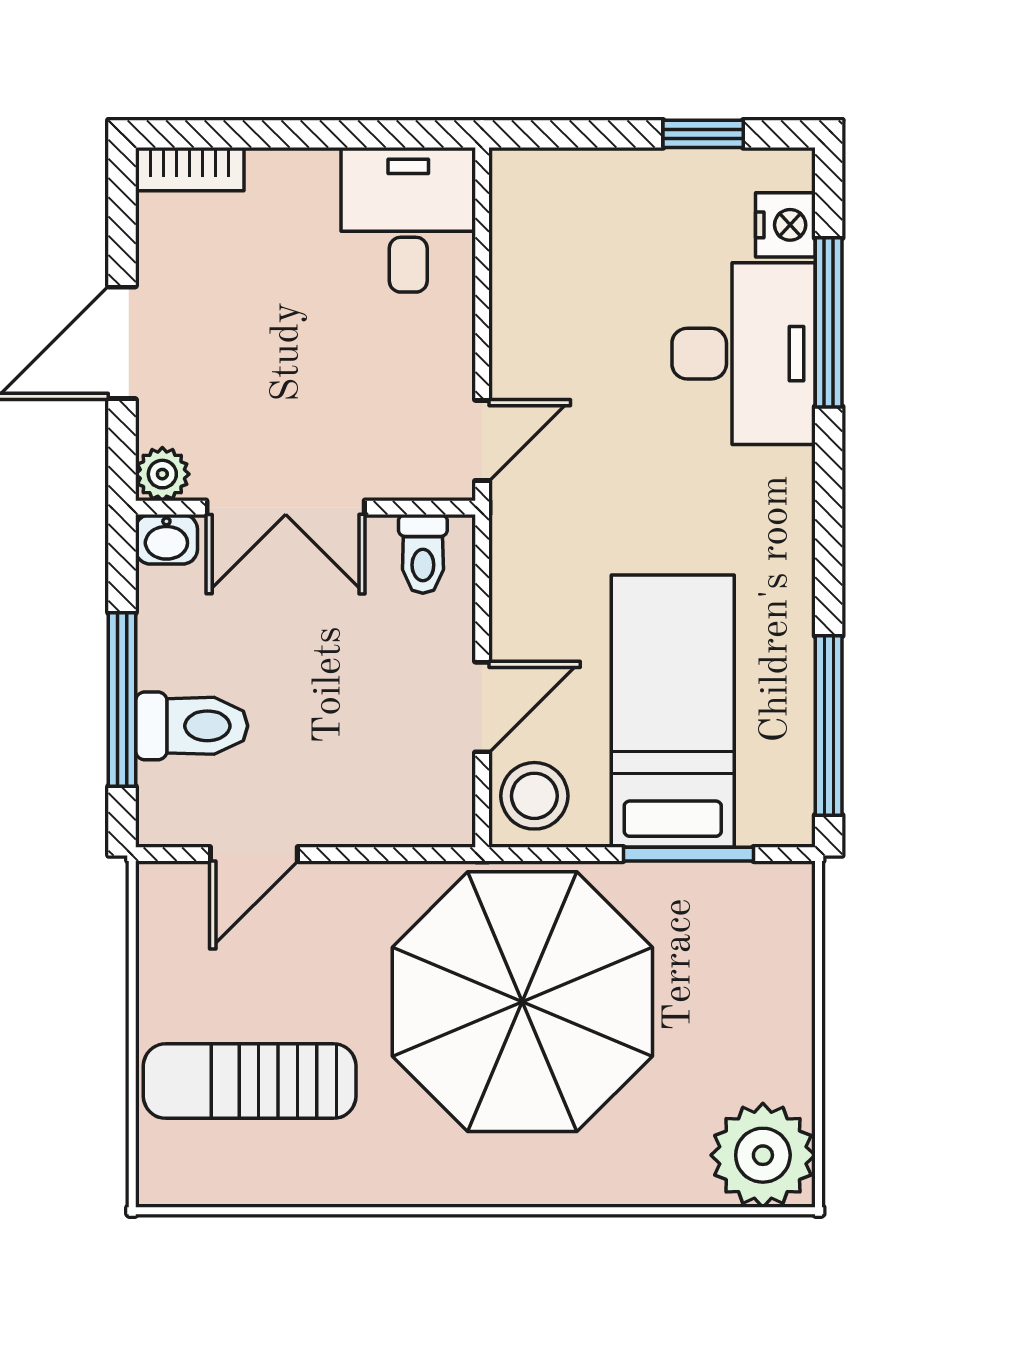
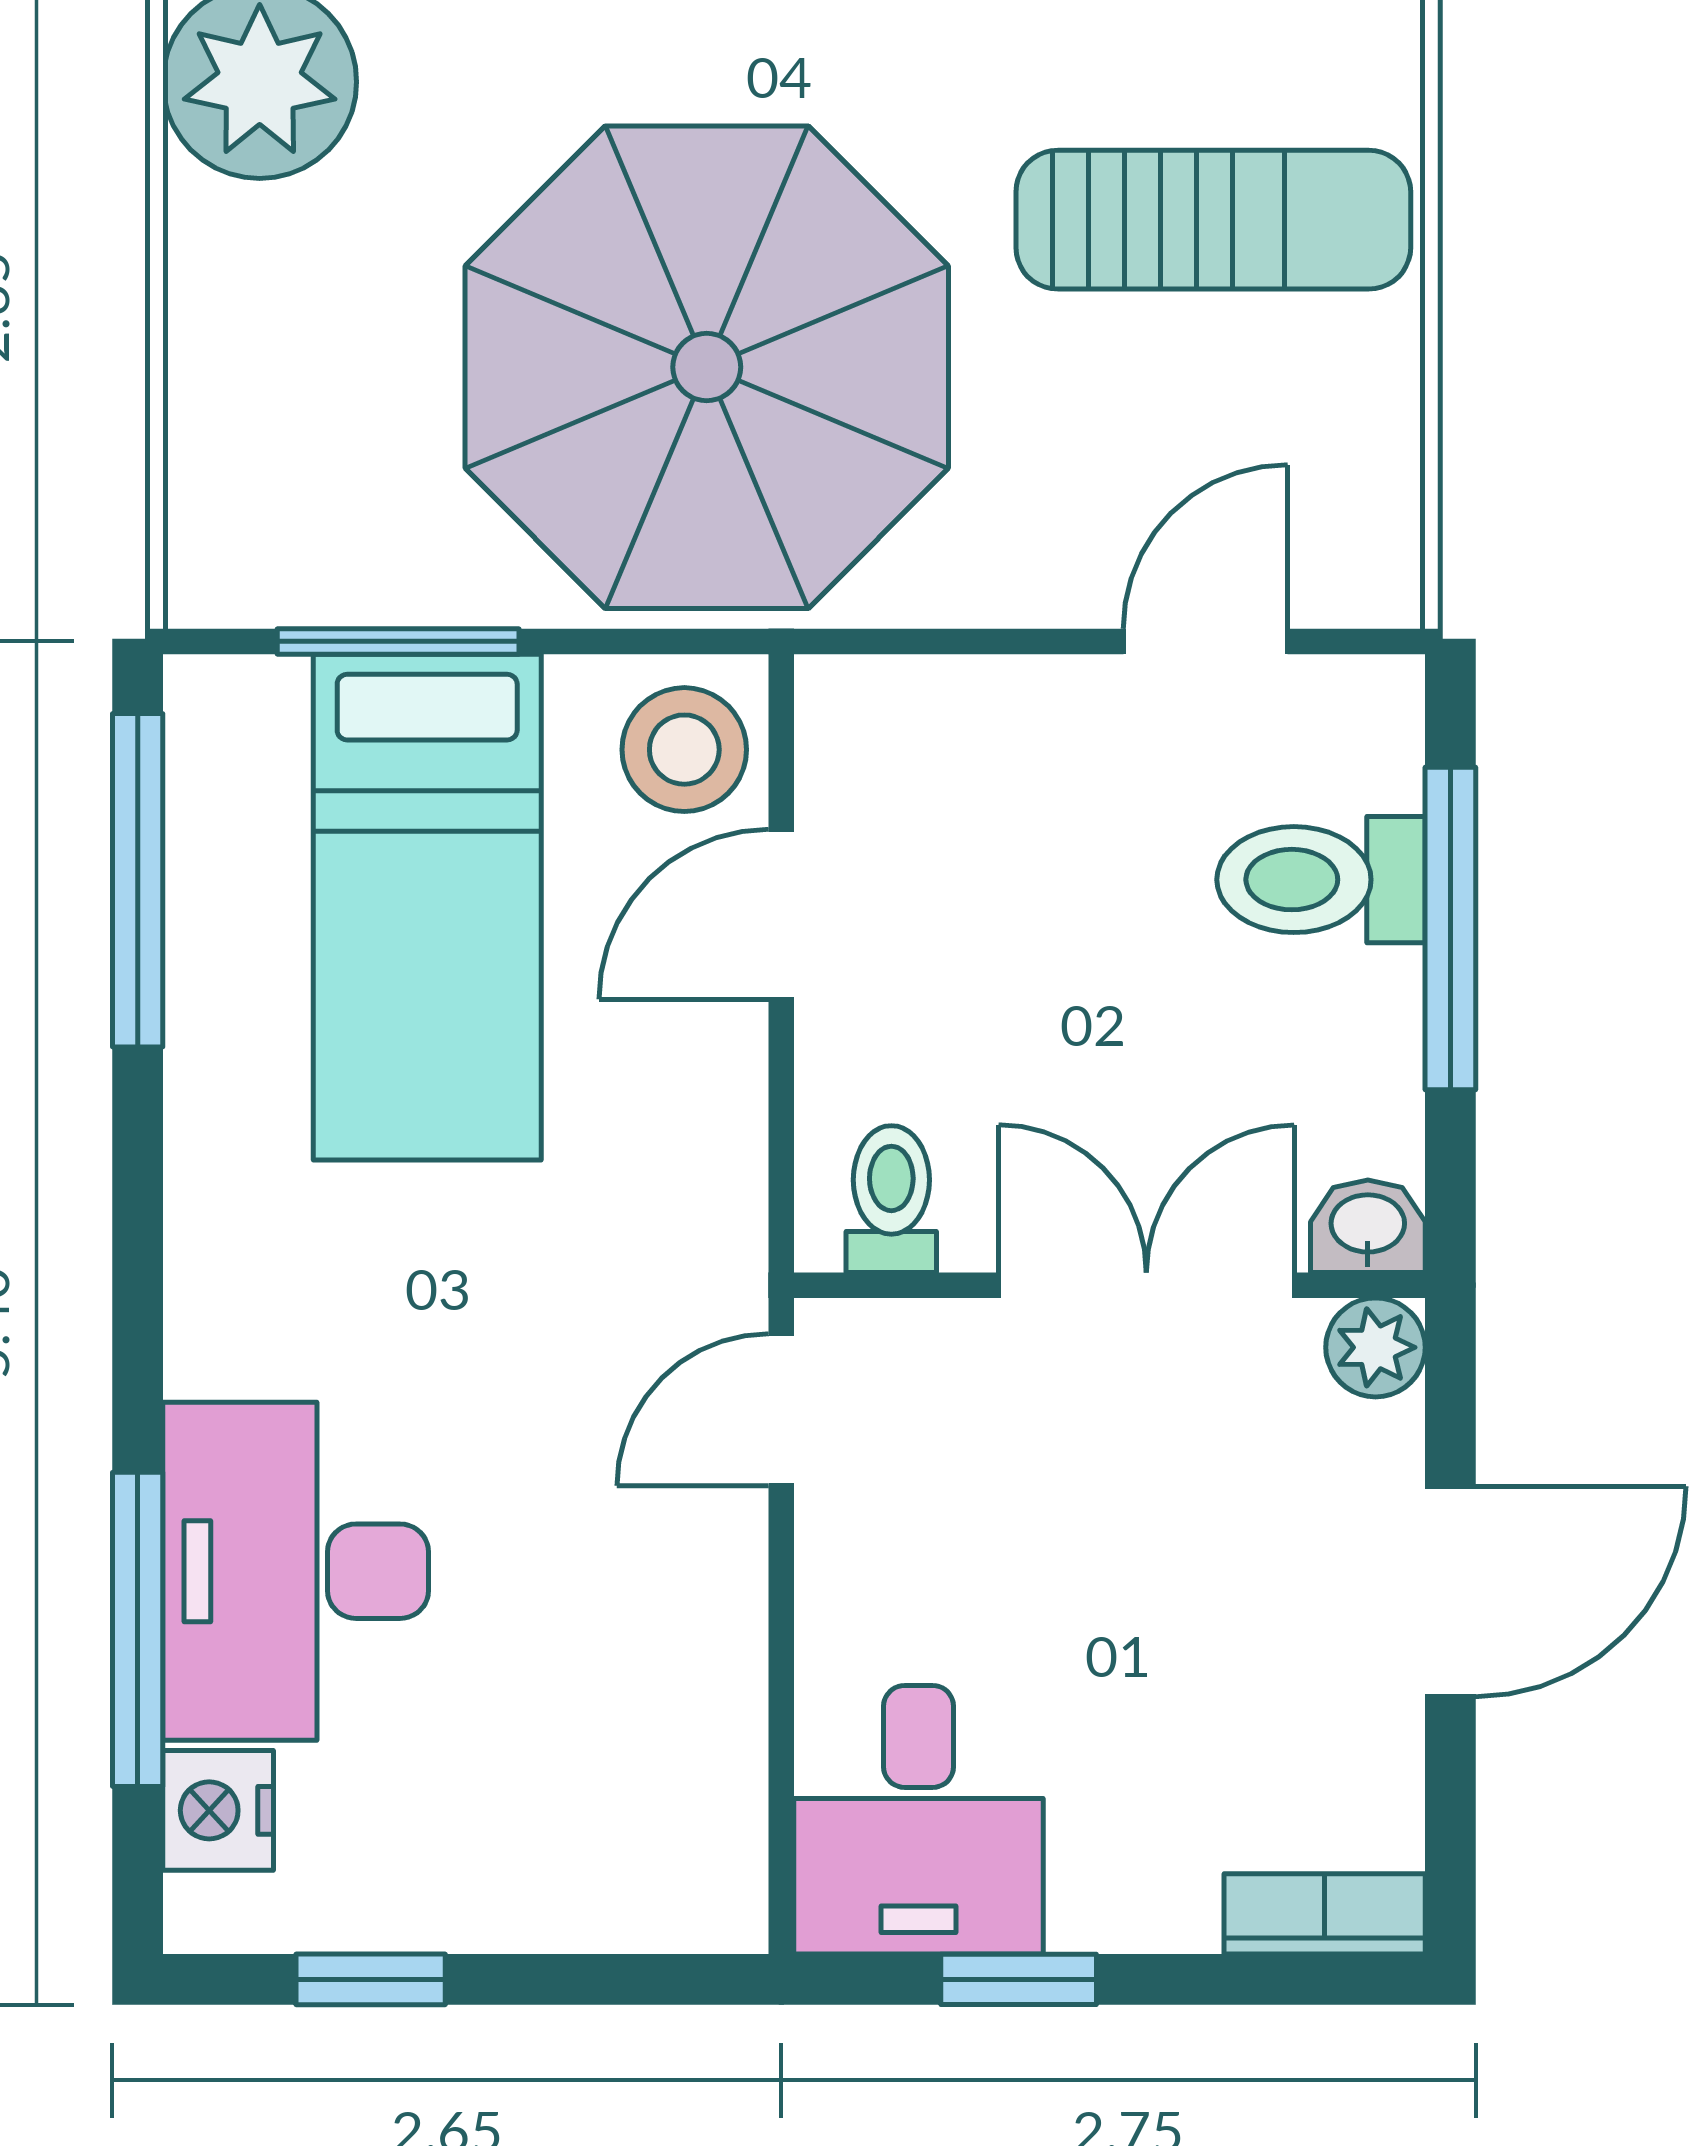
window: (354, 134) -> (1019, 1979), added

